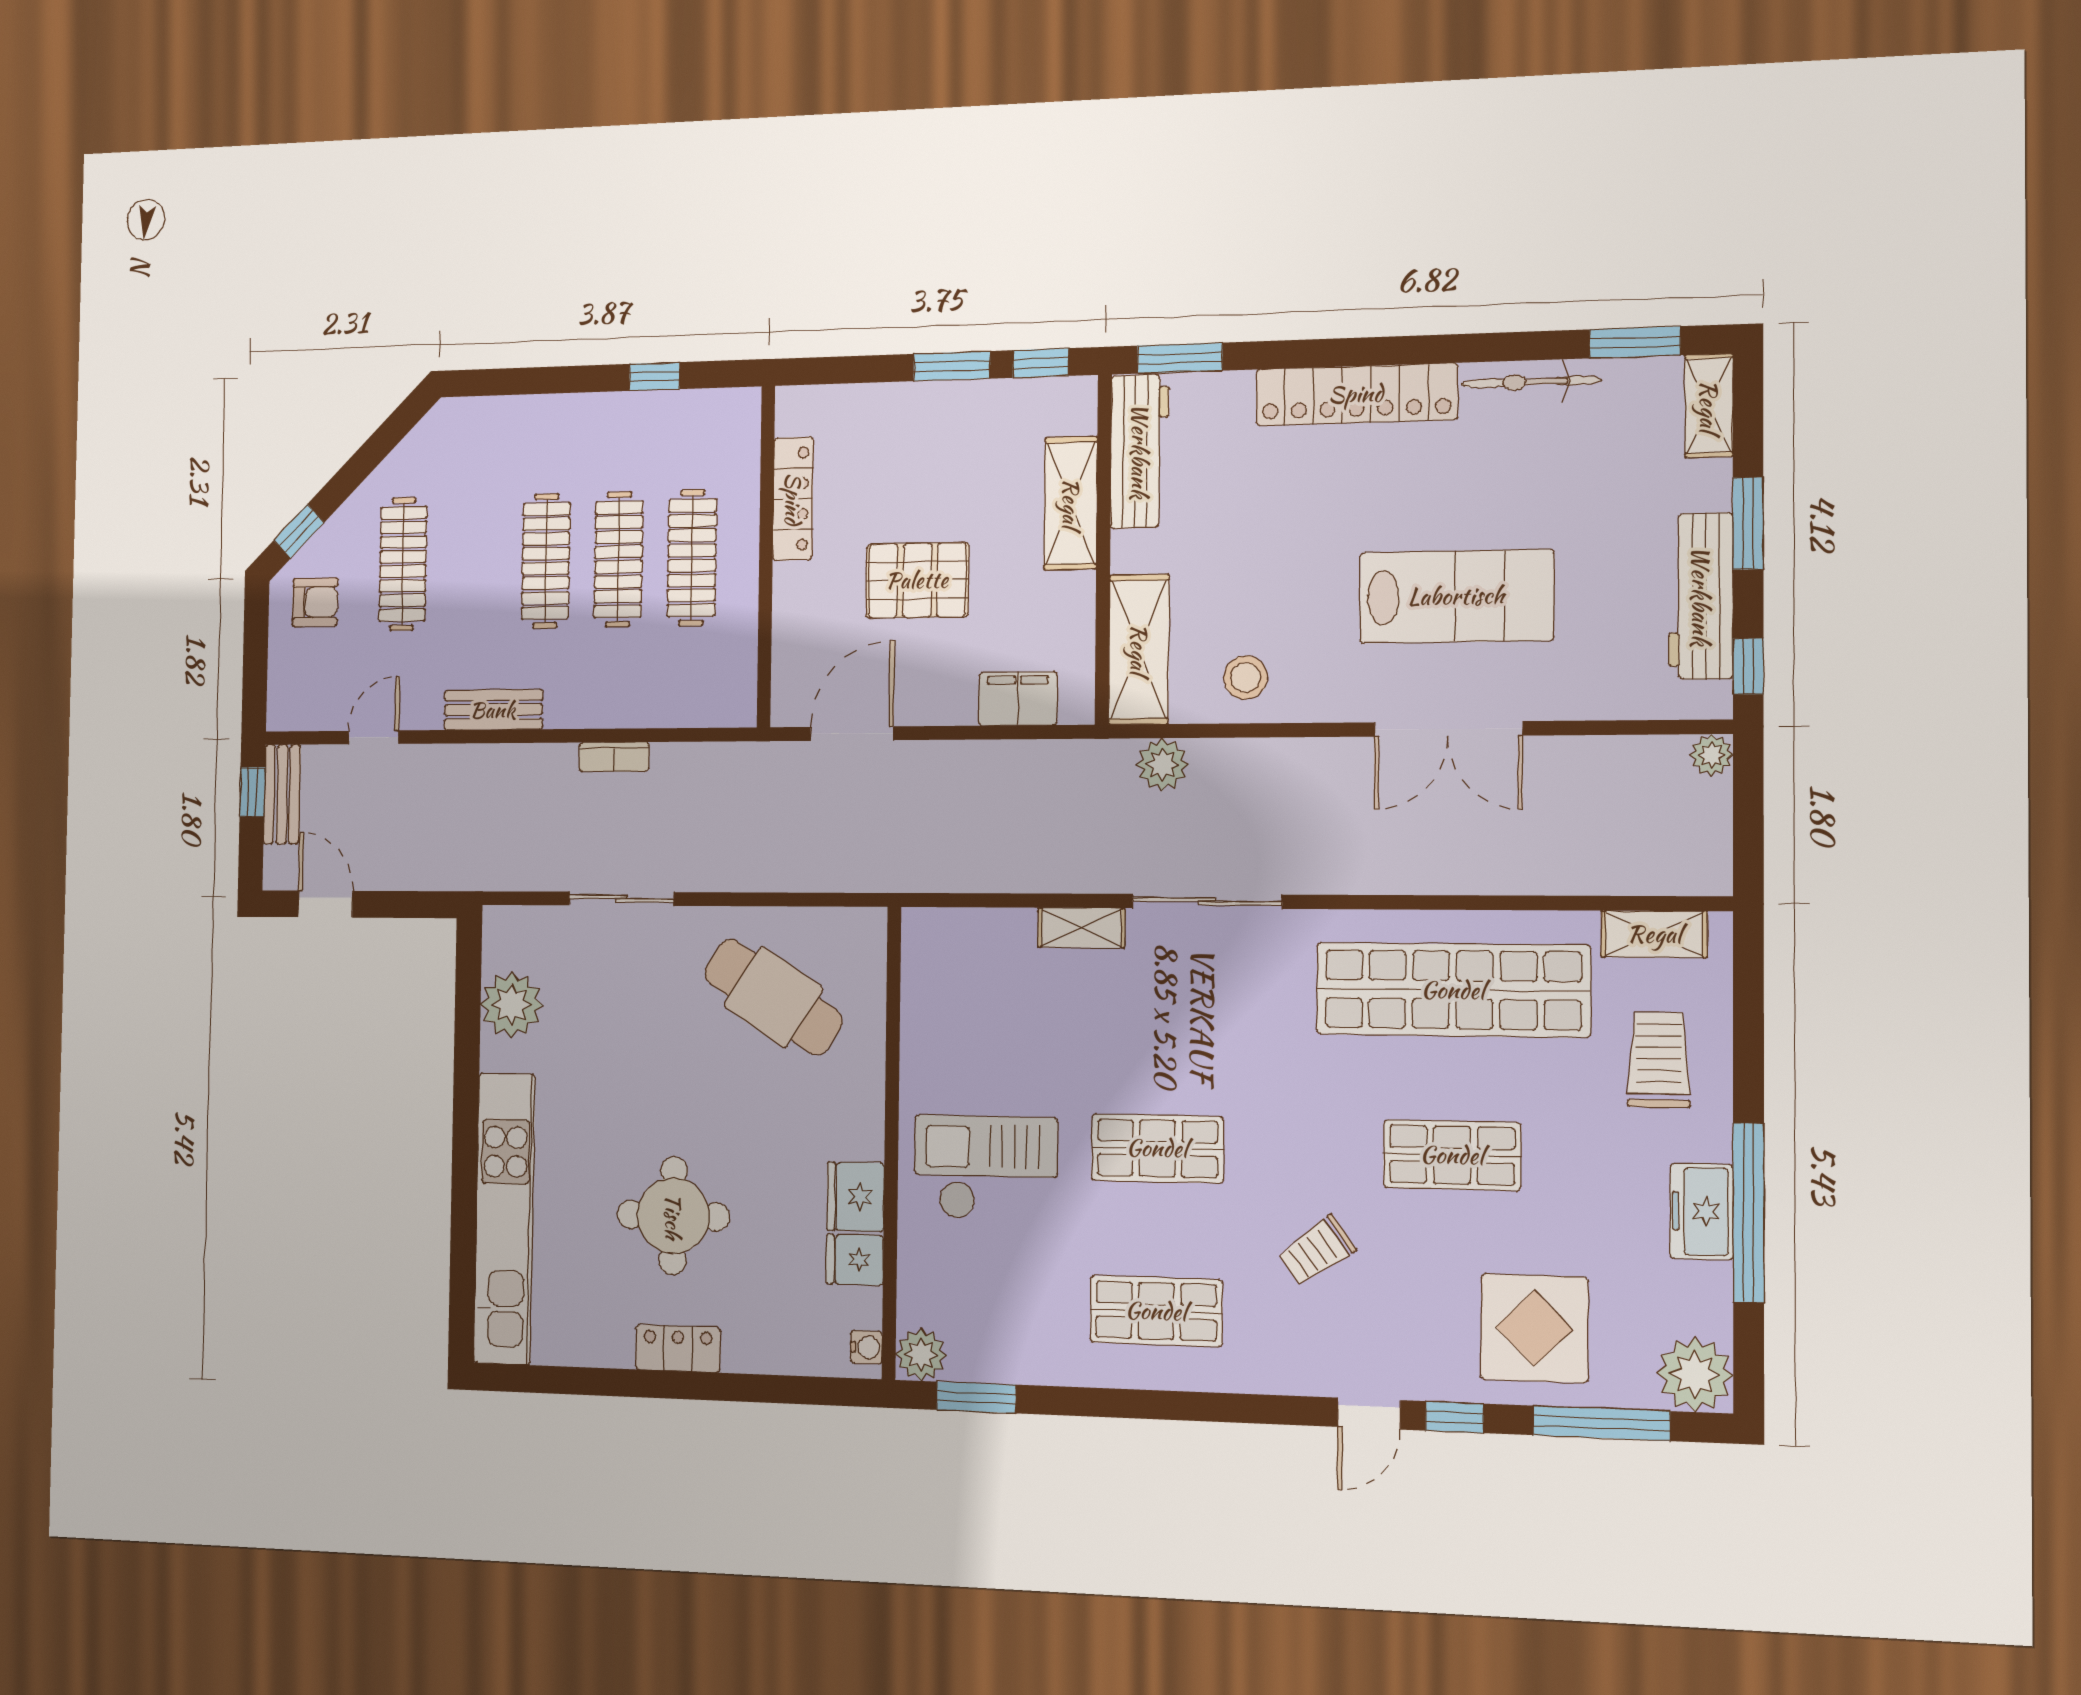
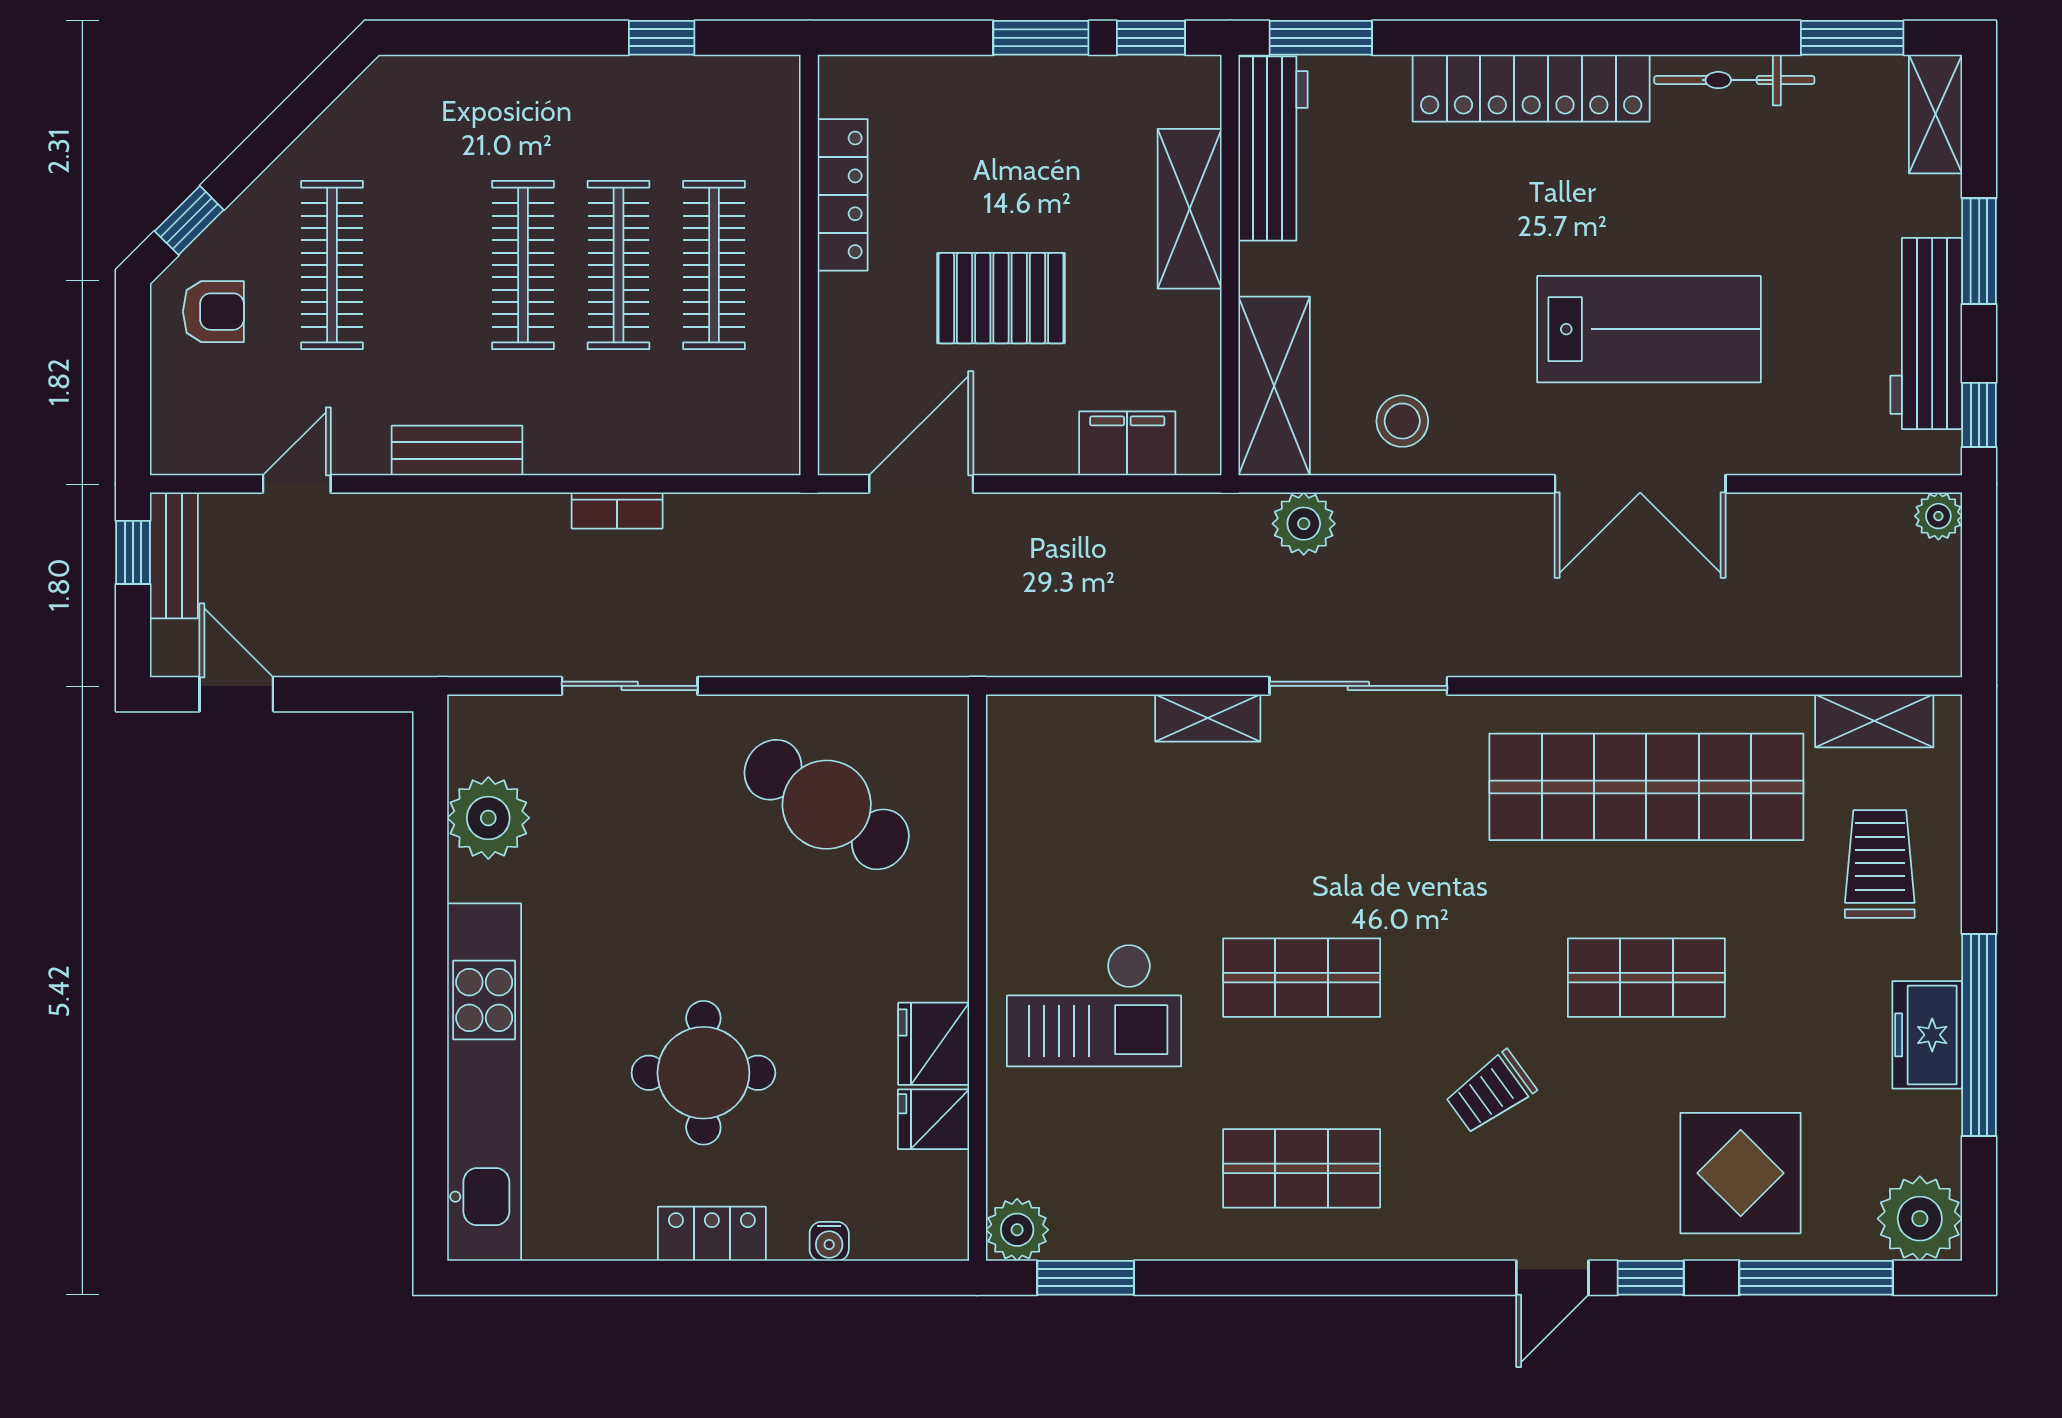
checkout: (986, 1168) -> (1094, 1005), turned 180
water cooler: (866, 1347) -> (829, 1241), moved, turned 90

